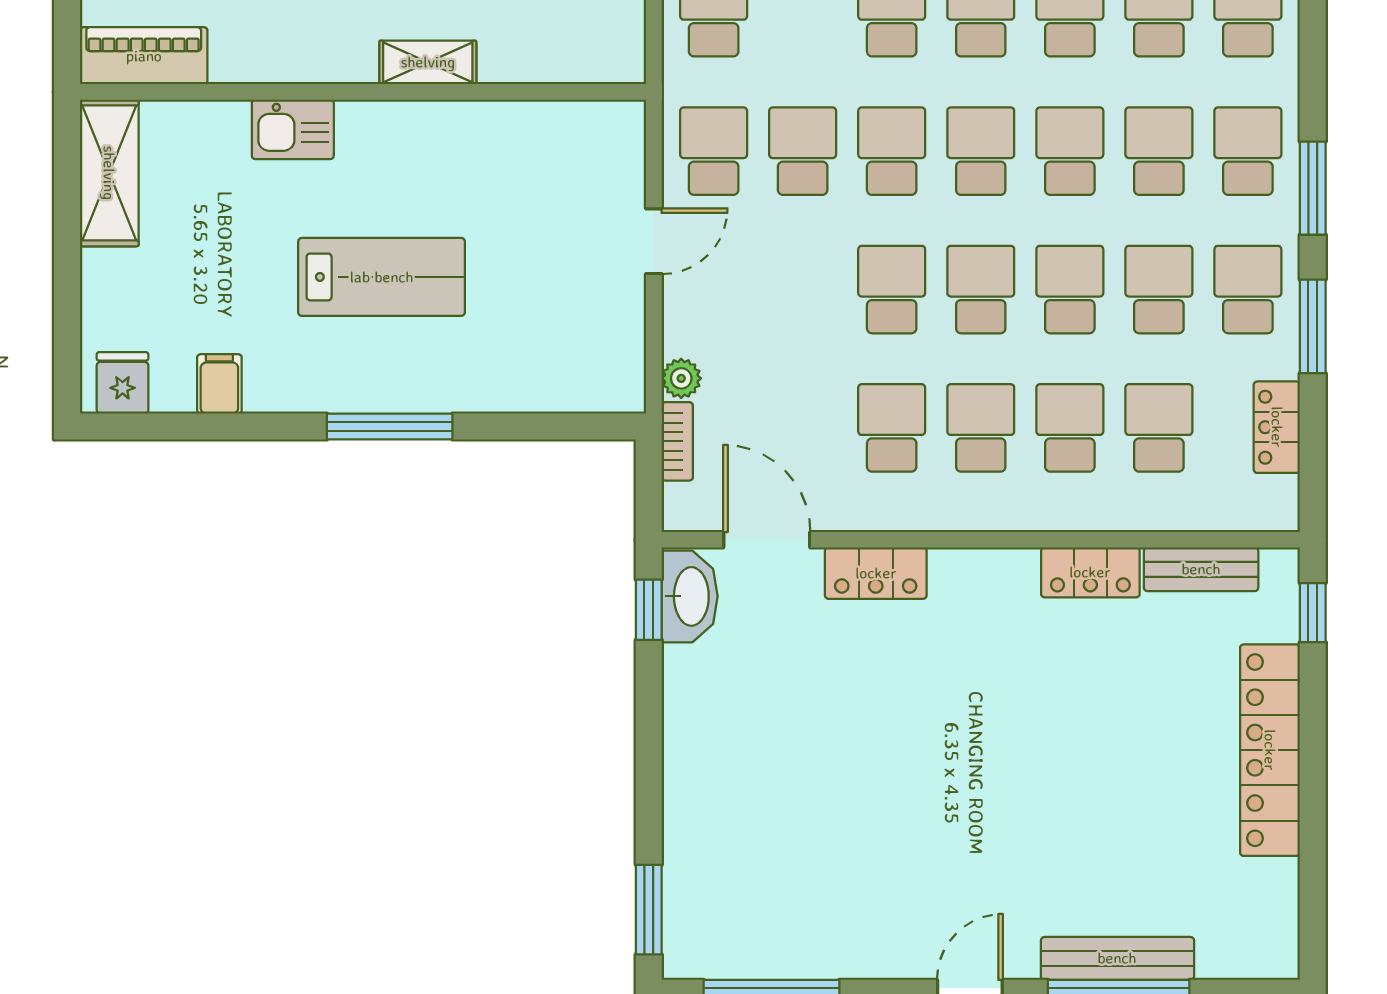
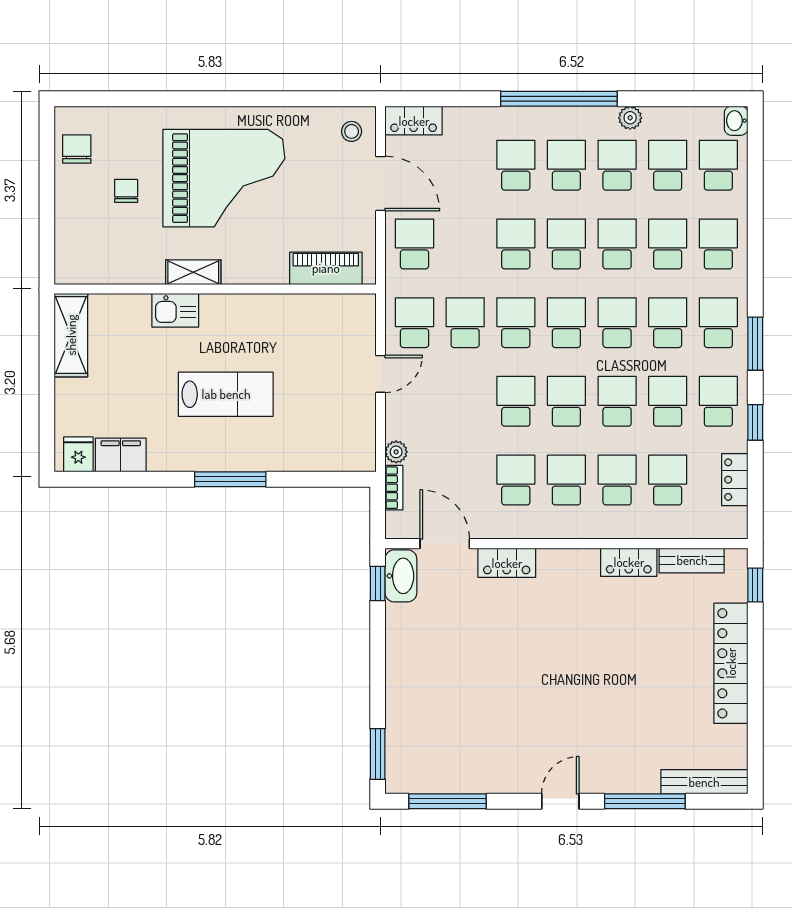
piano: (144, 56) -> (326, 268), moved
shelving: (428, 62) -> (193, 272), moved
window: (1313, 326) -> (755, 422), width x0.67
filing cabinet: (219, 384) -> (121, 455), width x2.00
bench: (1117, 958) -> (704, 782), moved

